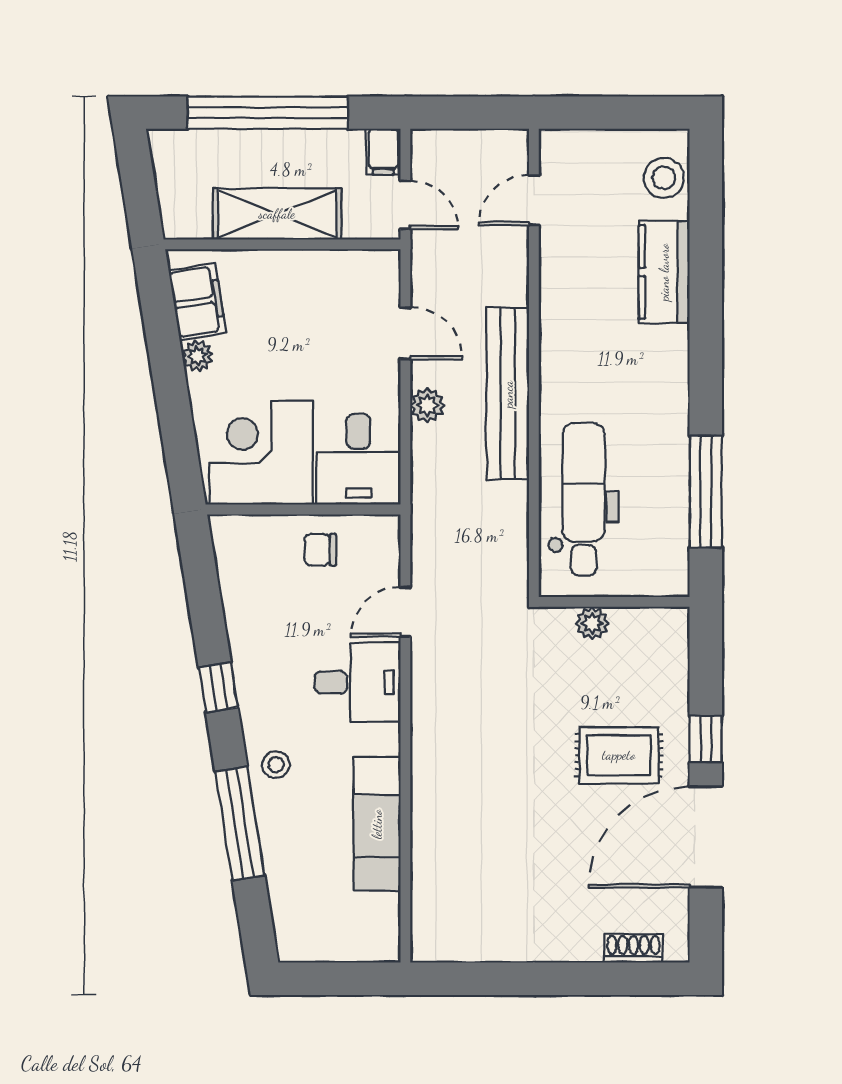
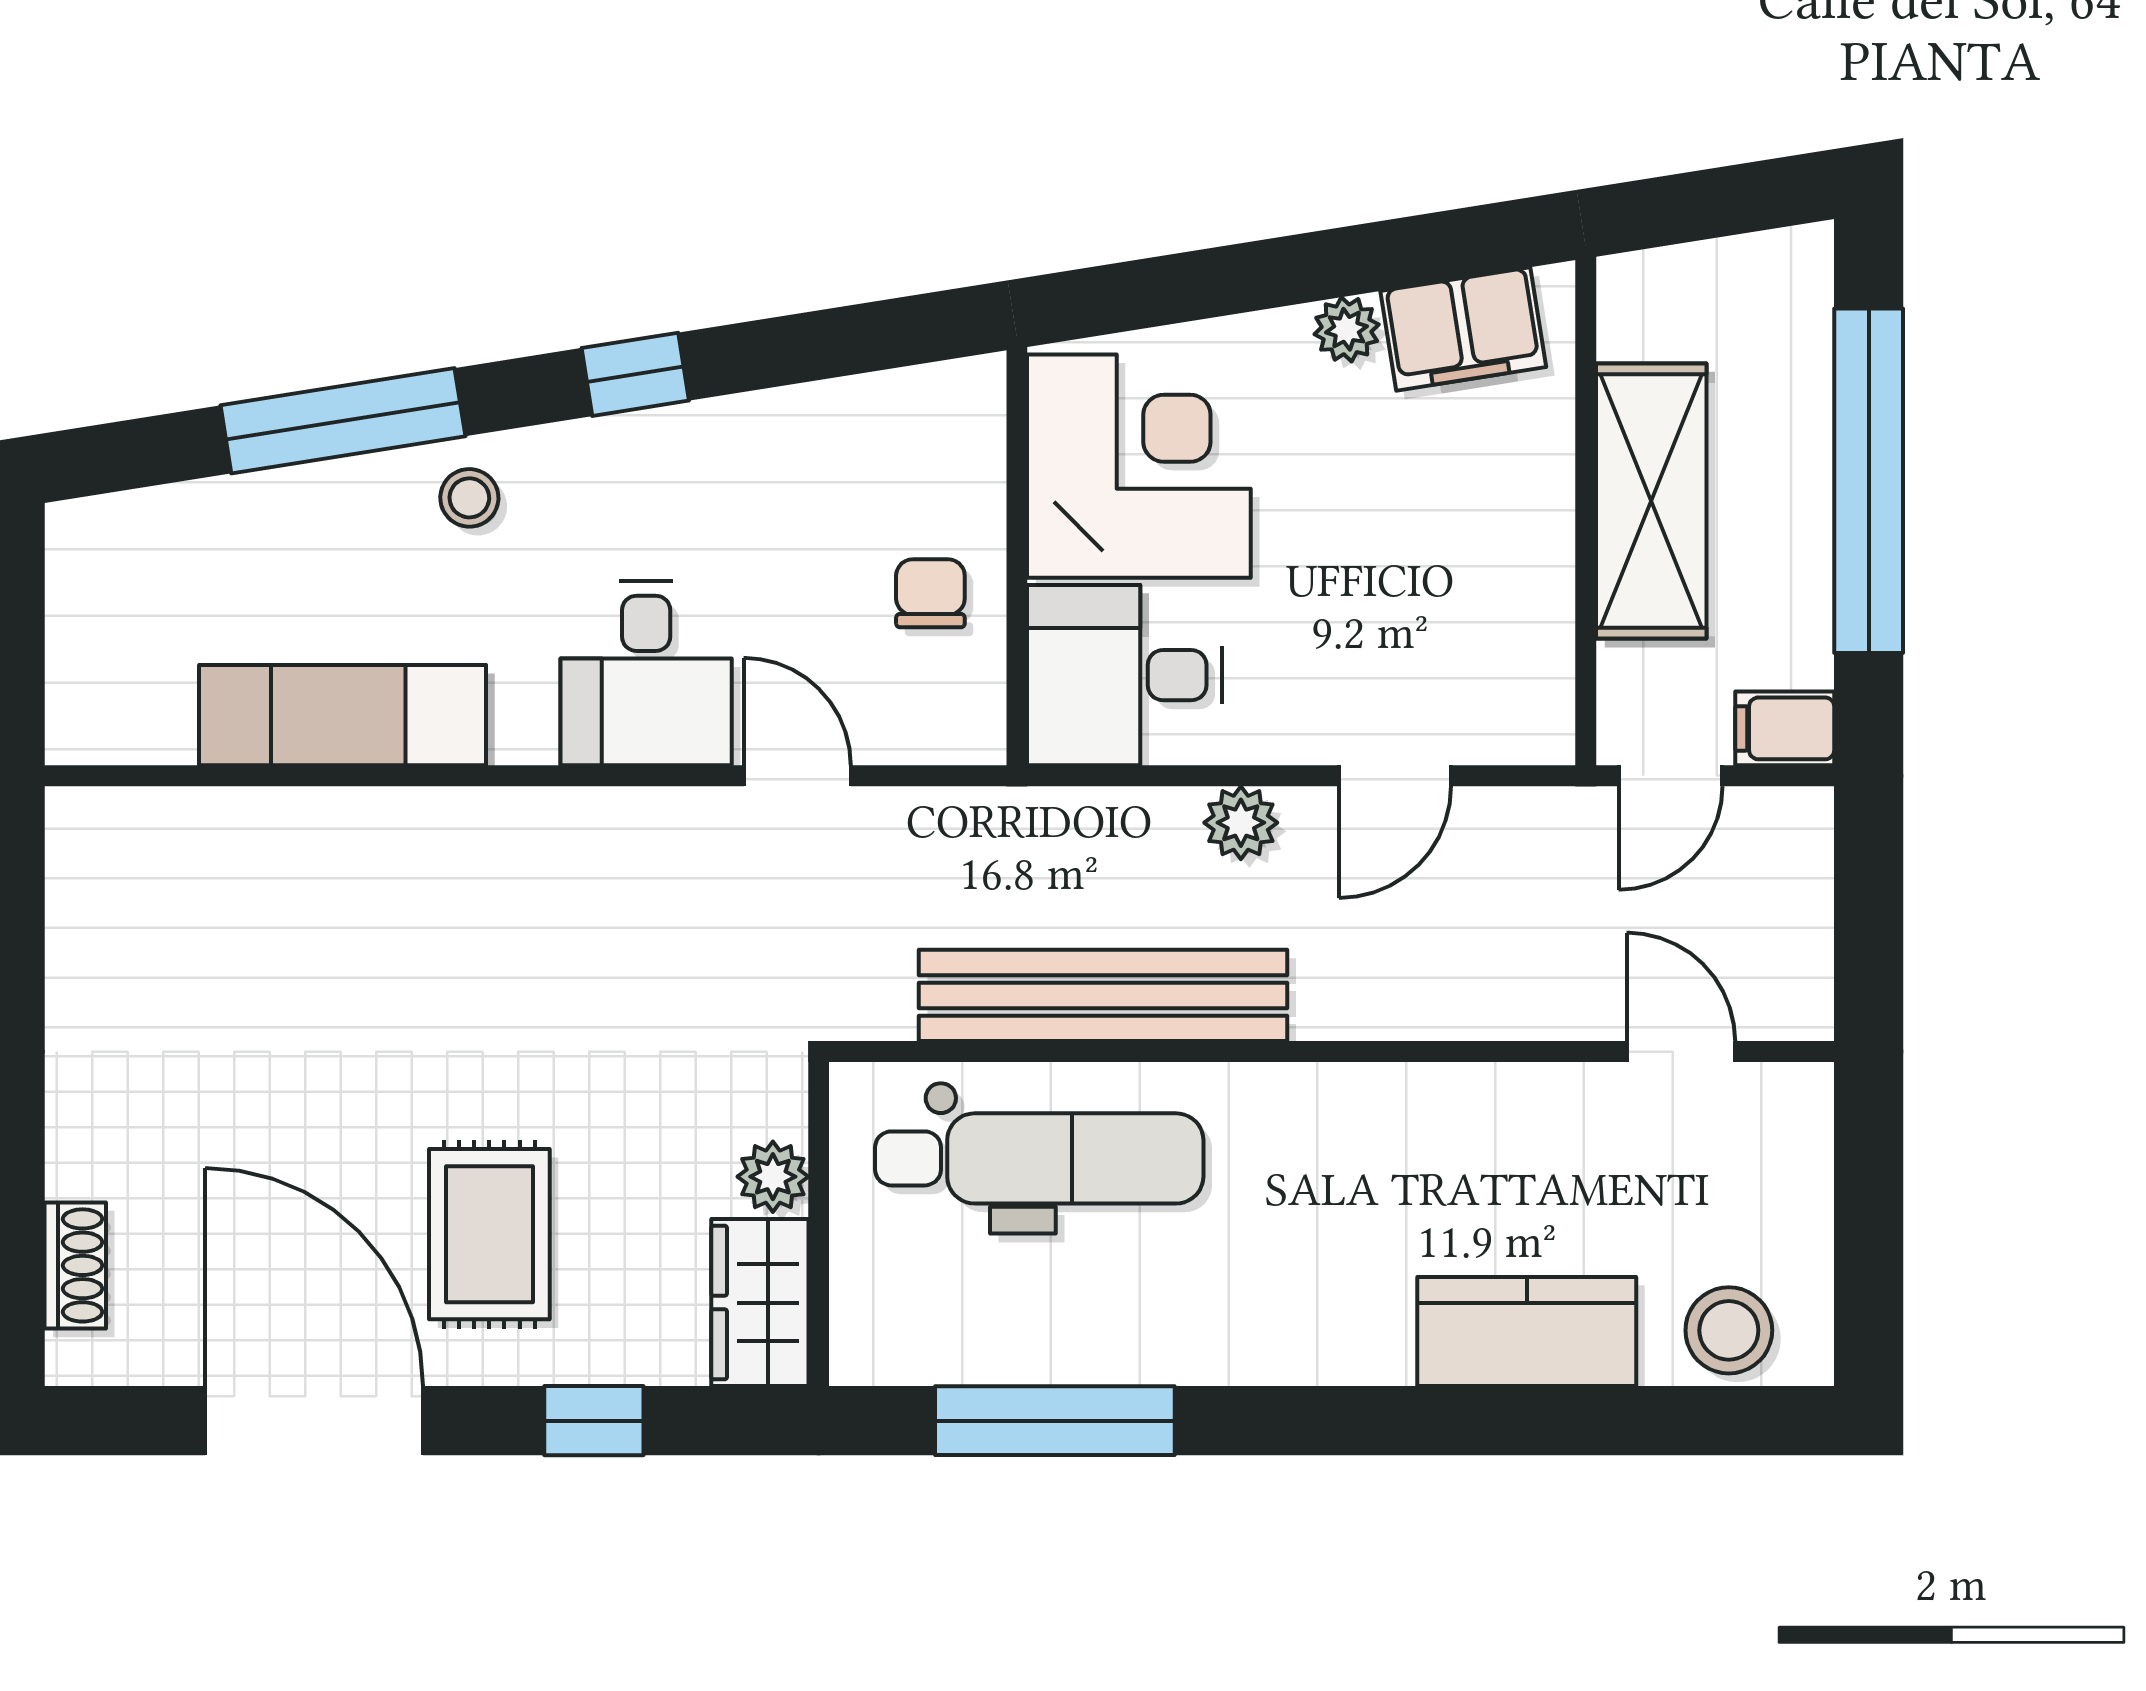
bench: (508, 394) -> (1103, 995), moved
wardrobe: (651, 629) -> (760, 1303), added
window: (706, 739) -> (594, 1421), moved

